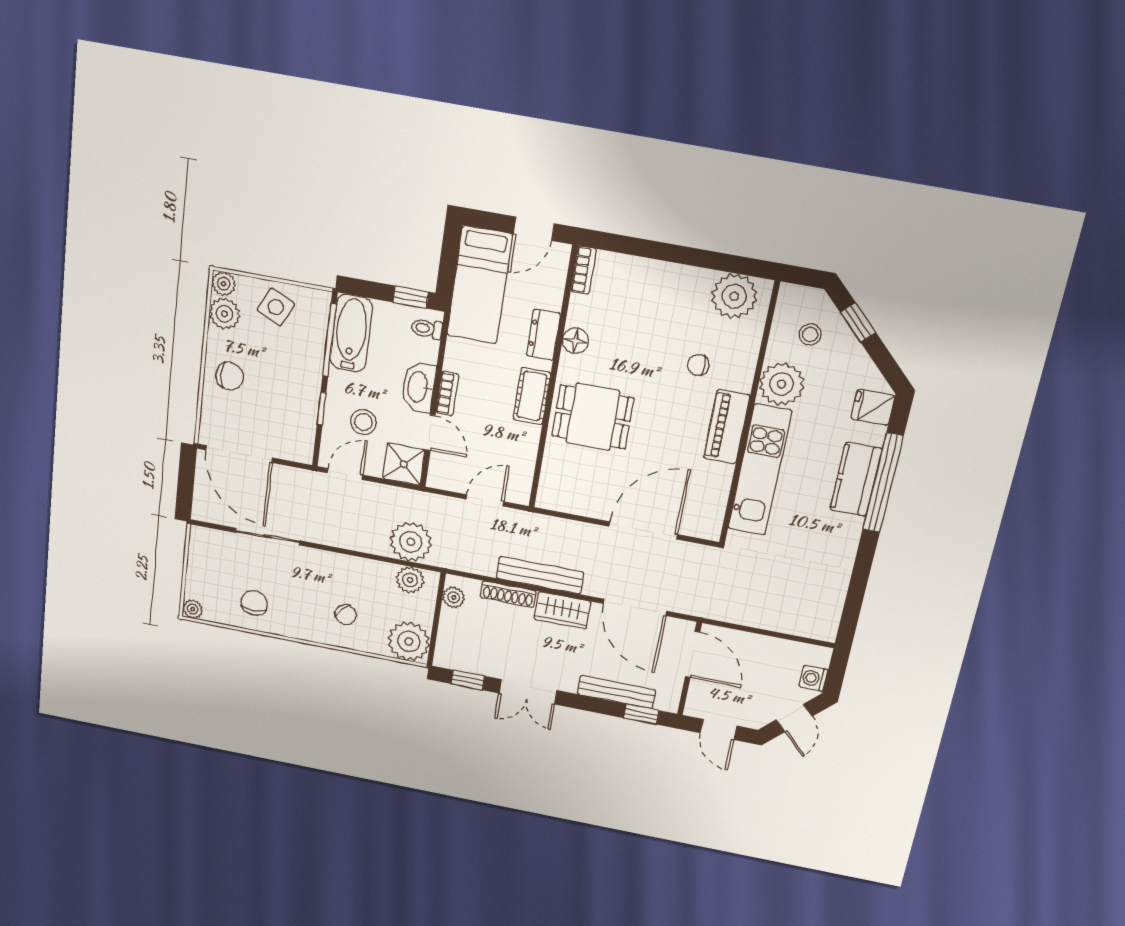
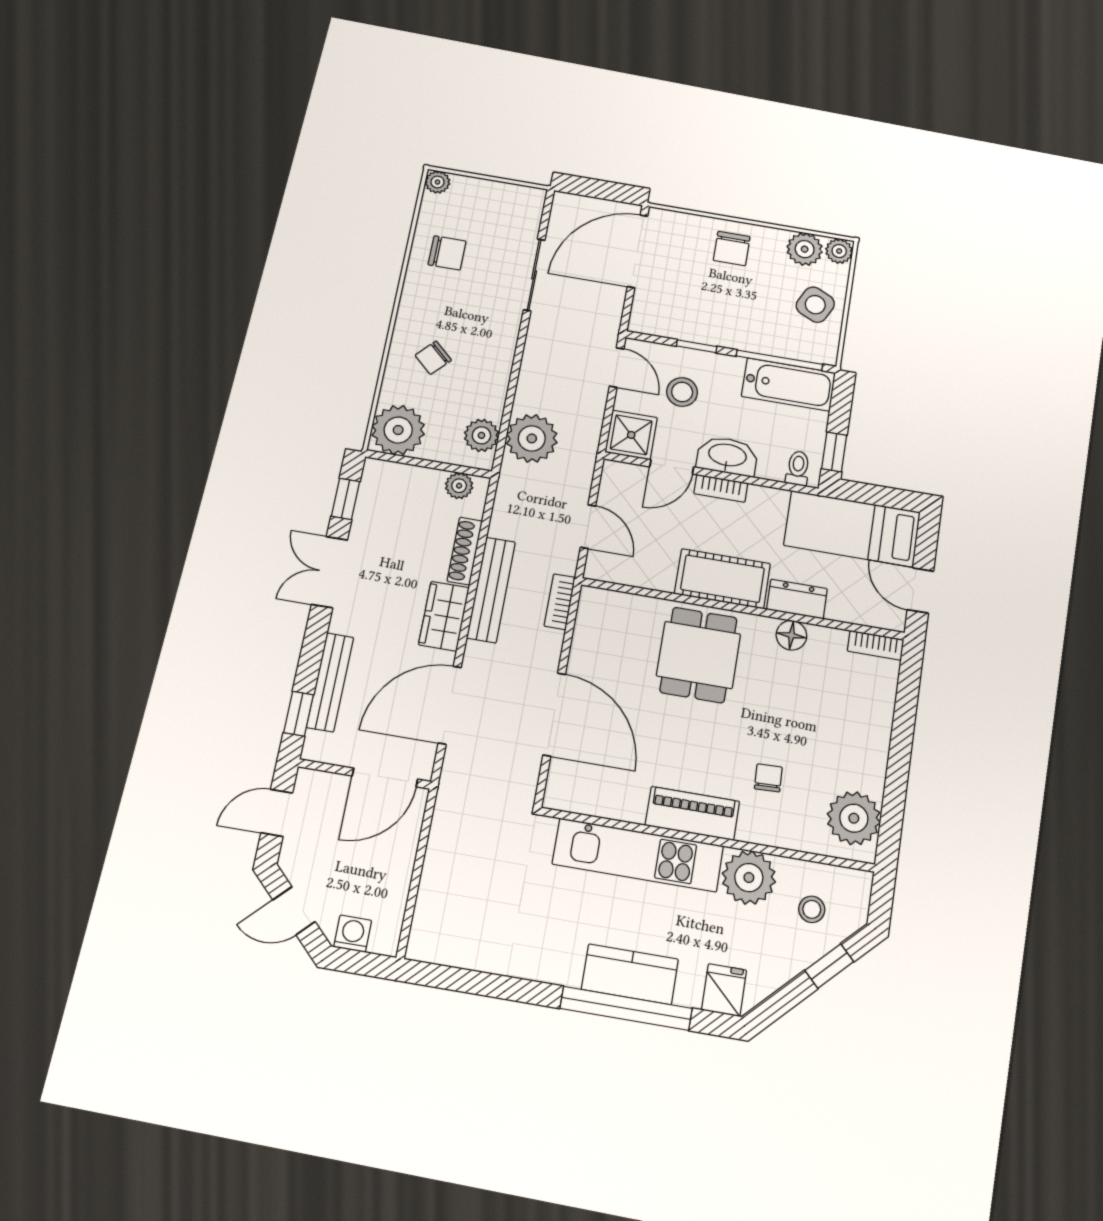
cot: (532, 396) -> (723, 579), width x1.37, depth x1.34
bookcase: (549, 524) -> (560, 602), added

